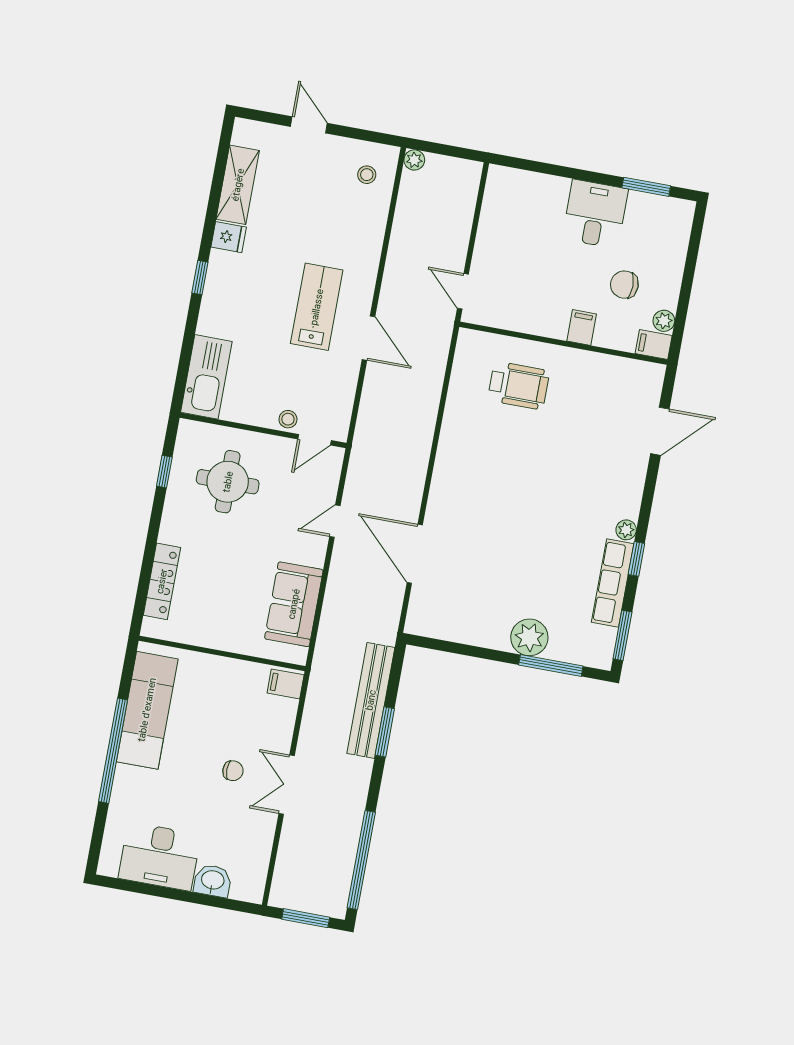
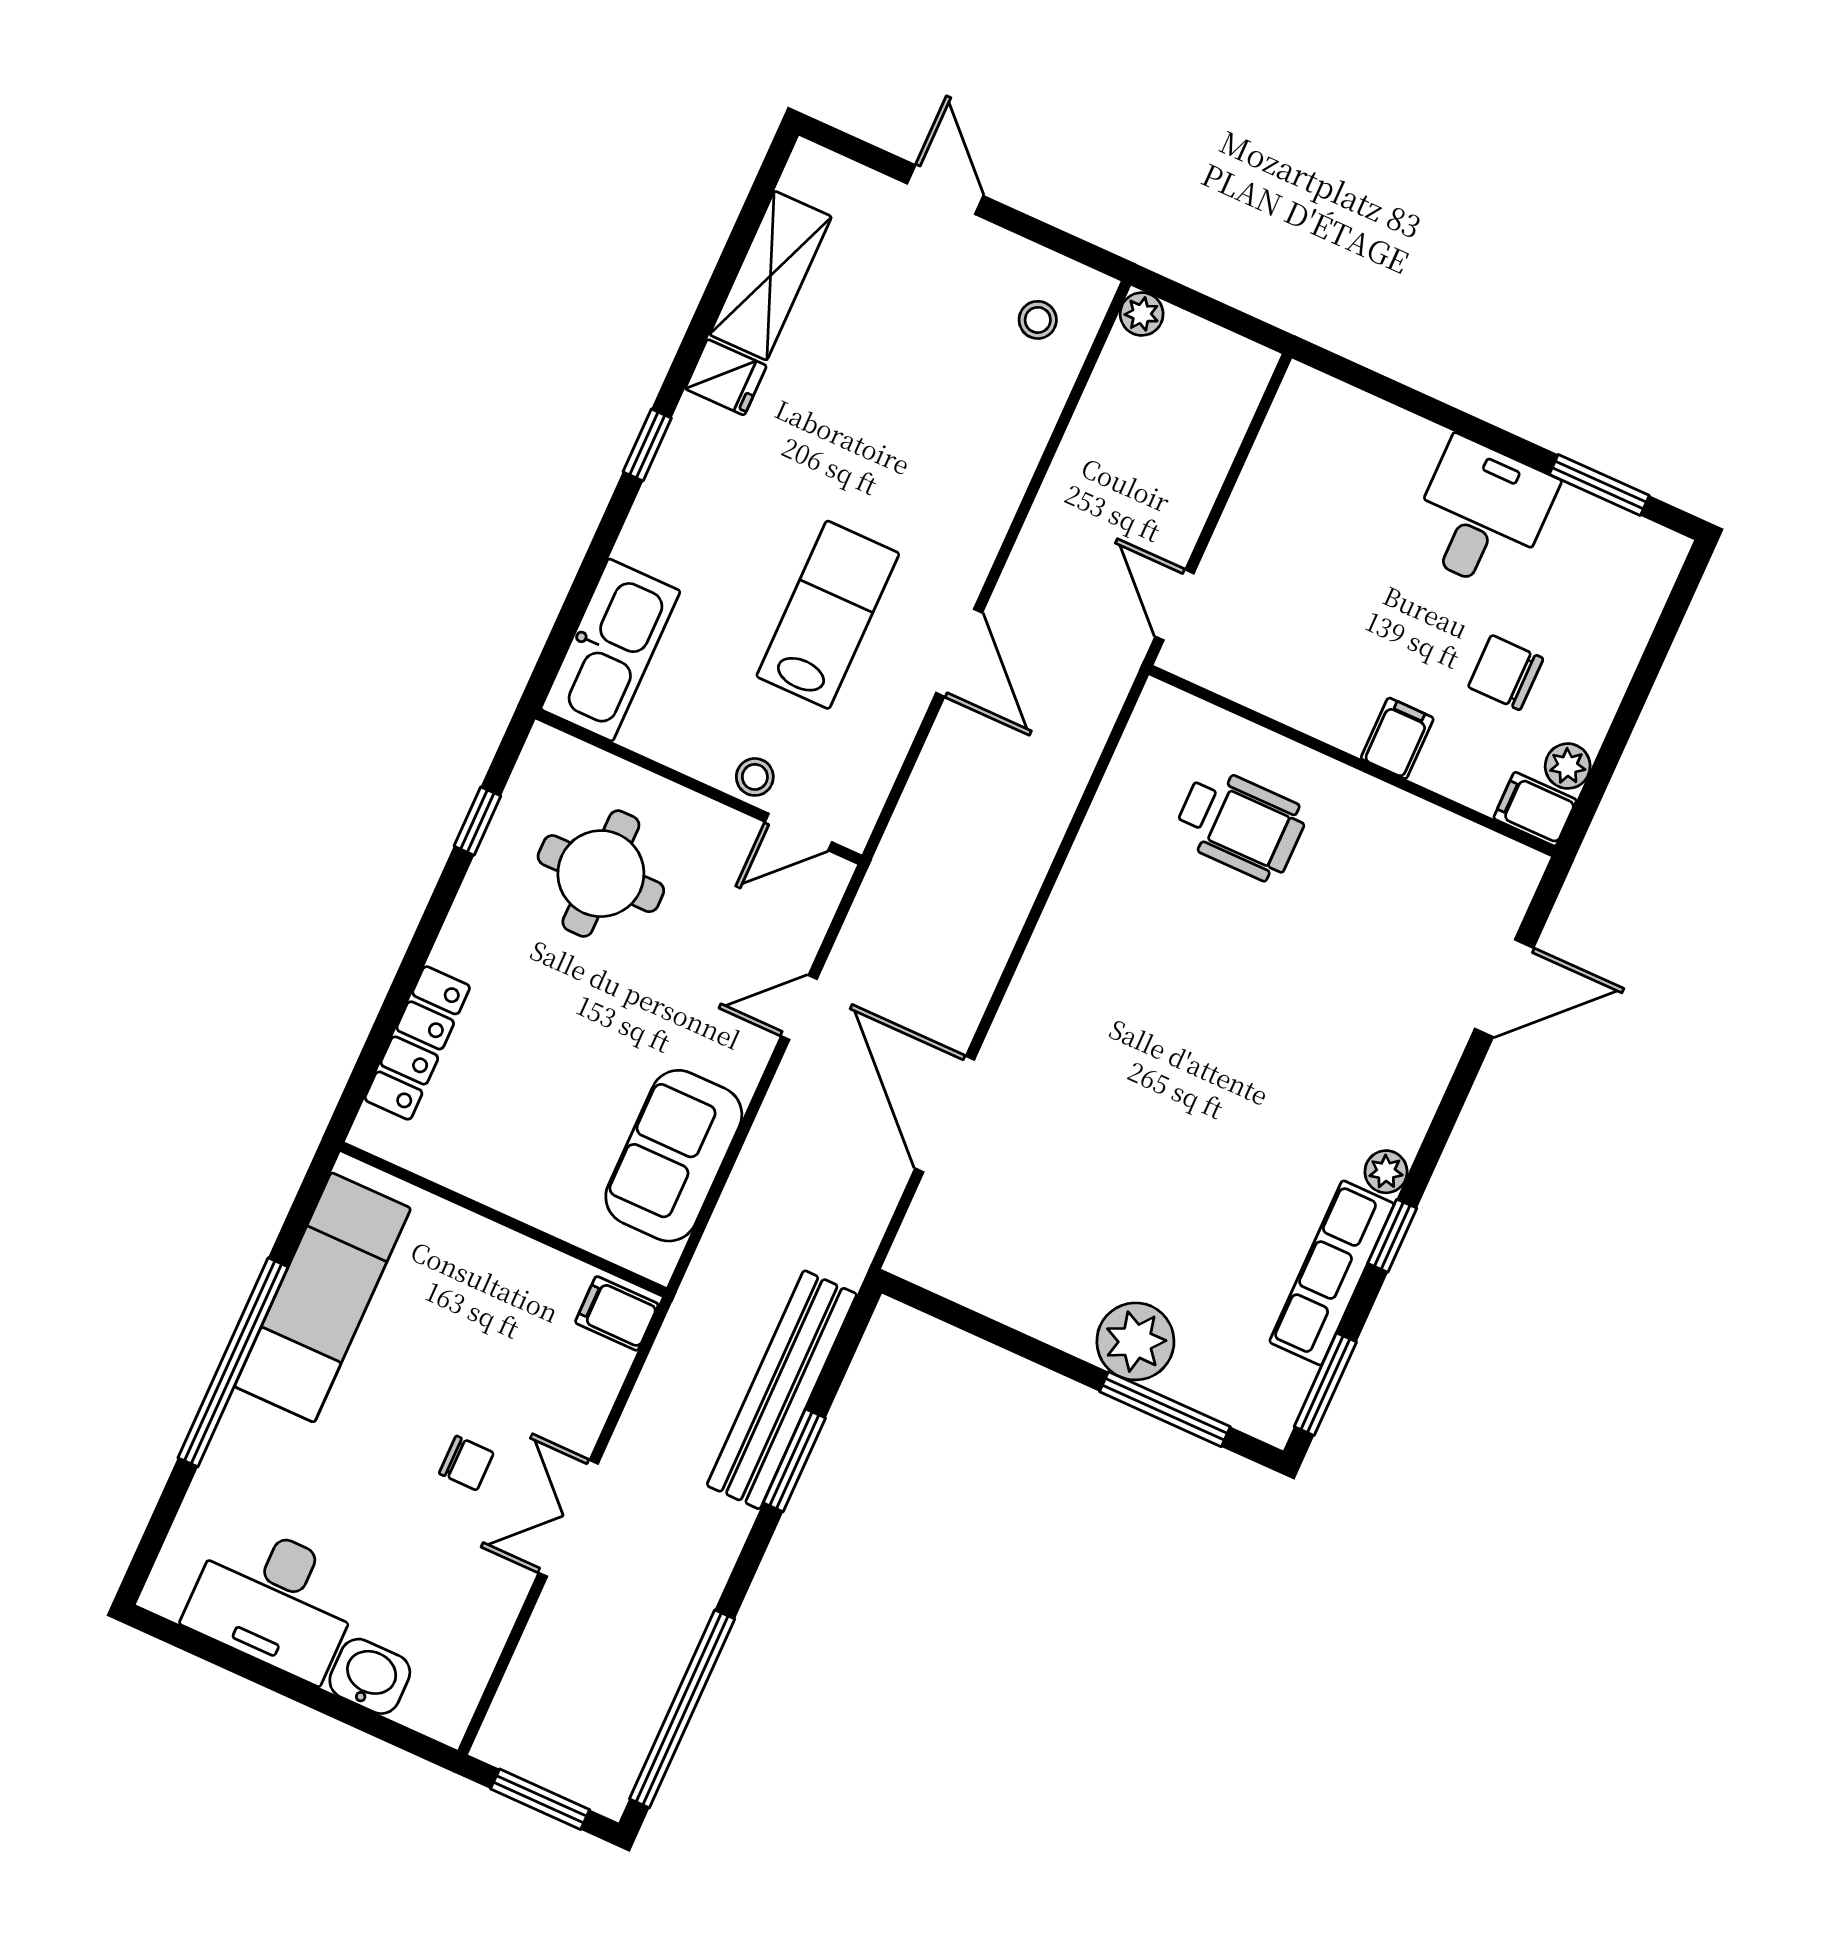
lab bench: (317, 307) -> (828, 615), moved

